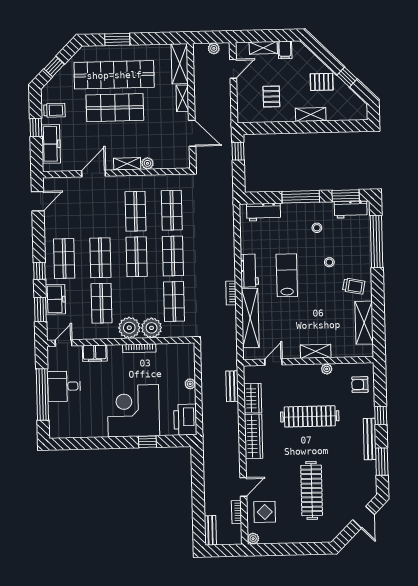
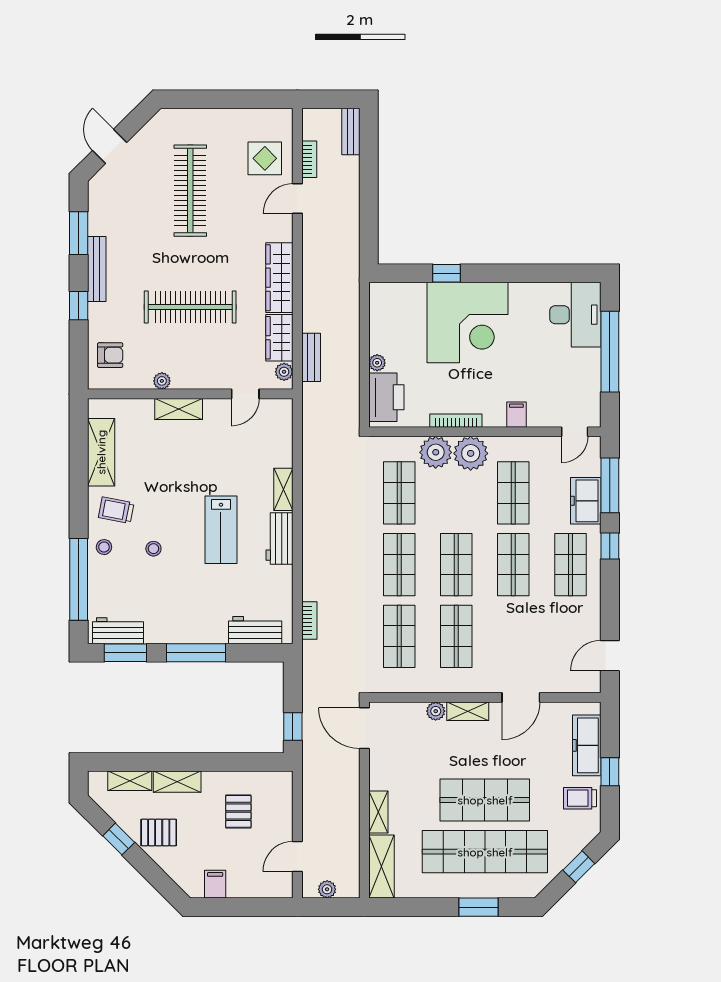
shelving: (263, 48) -> (130, 781), moved
door: (192, 133) -> (364, 728), moved
stool: (317, 228) -> (104, 547), moved
bookcase: (231, 293) -> (309, 620), moved
window: (40, 309) -> (610, 485), width x1.44
shelving: (250, 318) -> (283, 489), width x0.45, depth x0.75
filing cabinet: (95, 353) -> (516, 415), width x0.50
desk: (64, 386) -> (575, 315), moved, width x1.37
printer: (185, 420) -> (386, 397), moved
plant: (253, 539) -> (284, 372), moved

